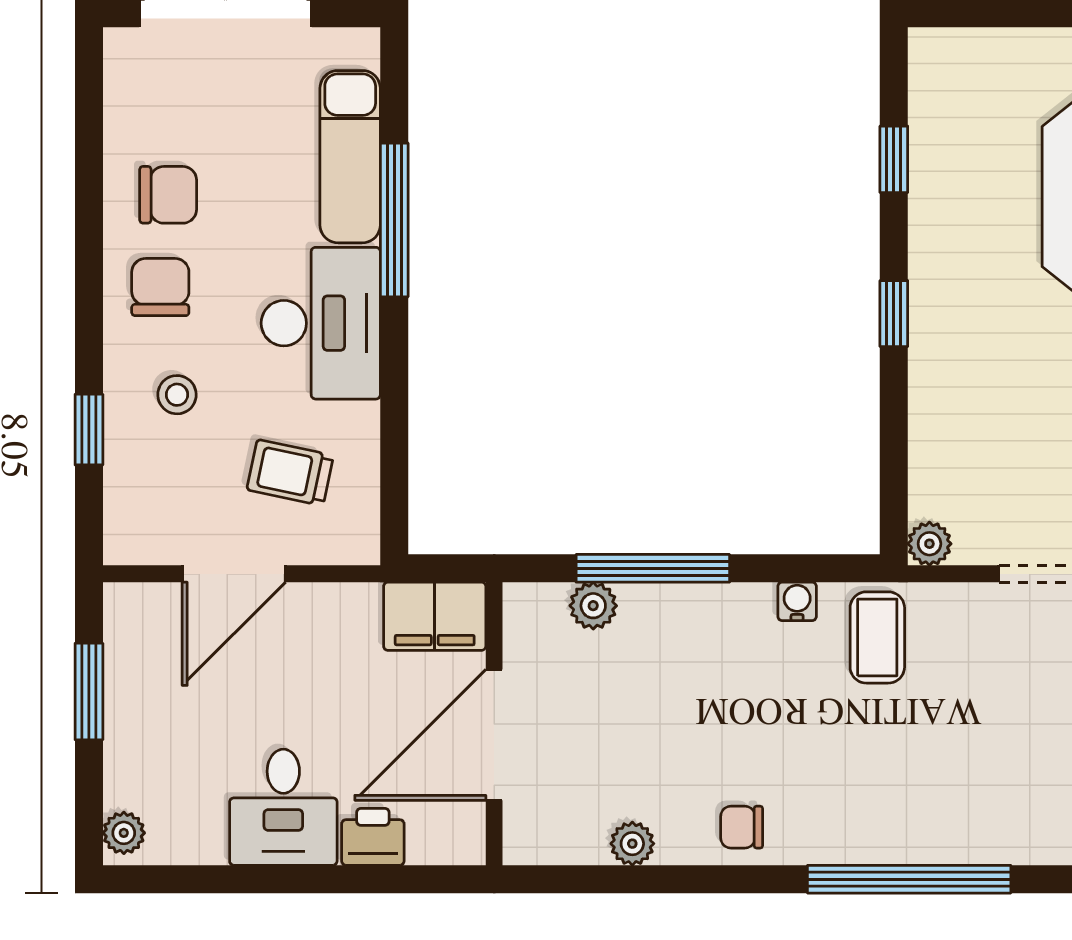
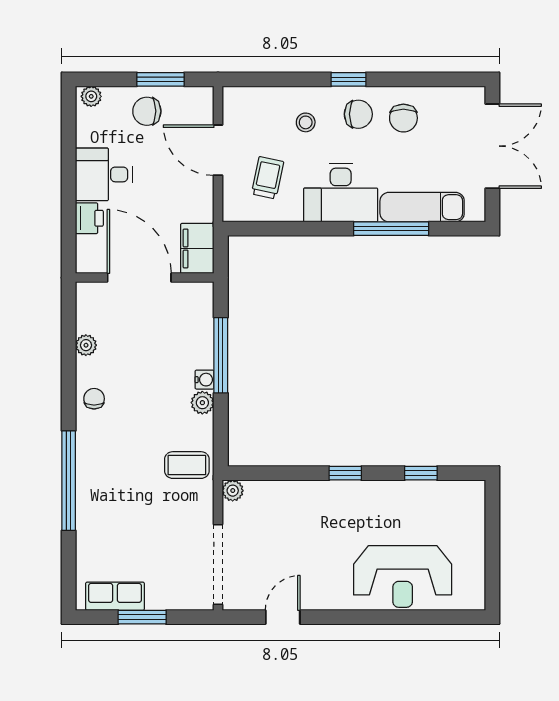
window: (89, 430) -> (349, 79), moved
water cooler: (797, 601) -> (205, 380), moved
plant: (593, 606) -> (202, 403), moved
chair: (154, 719) -> (147, 111), added

